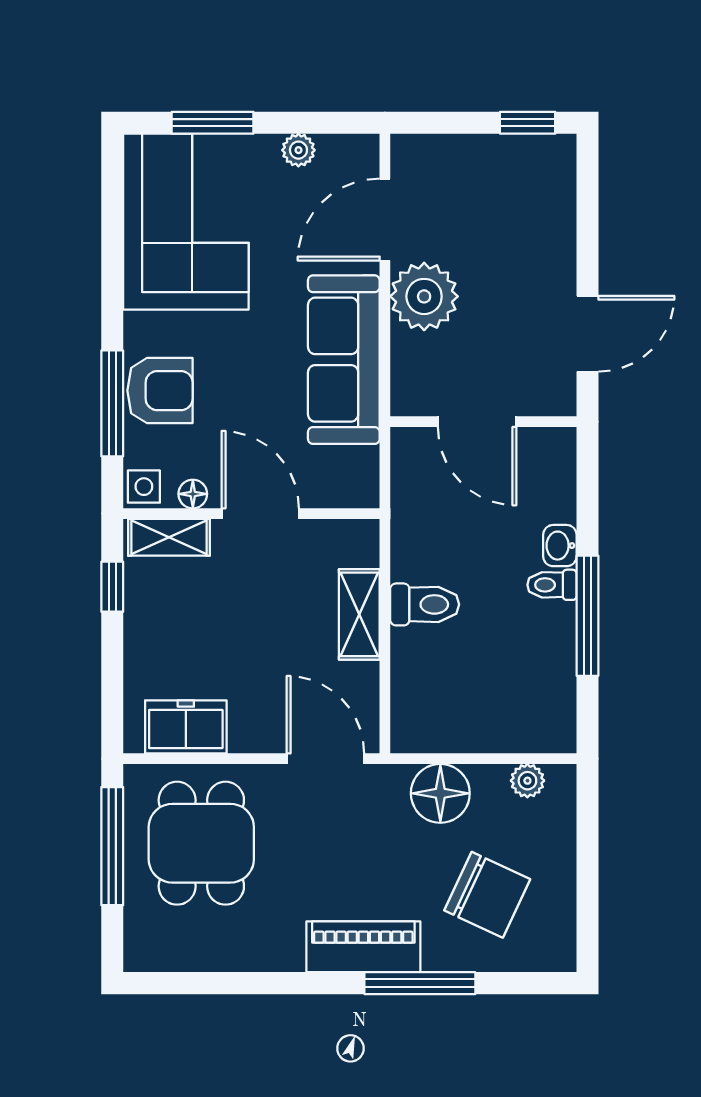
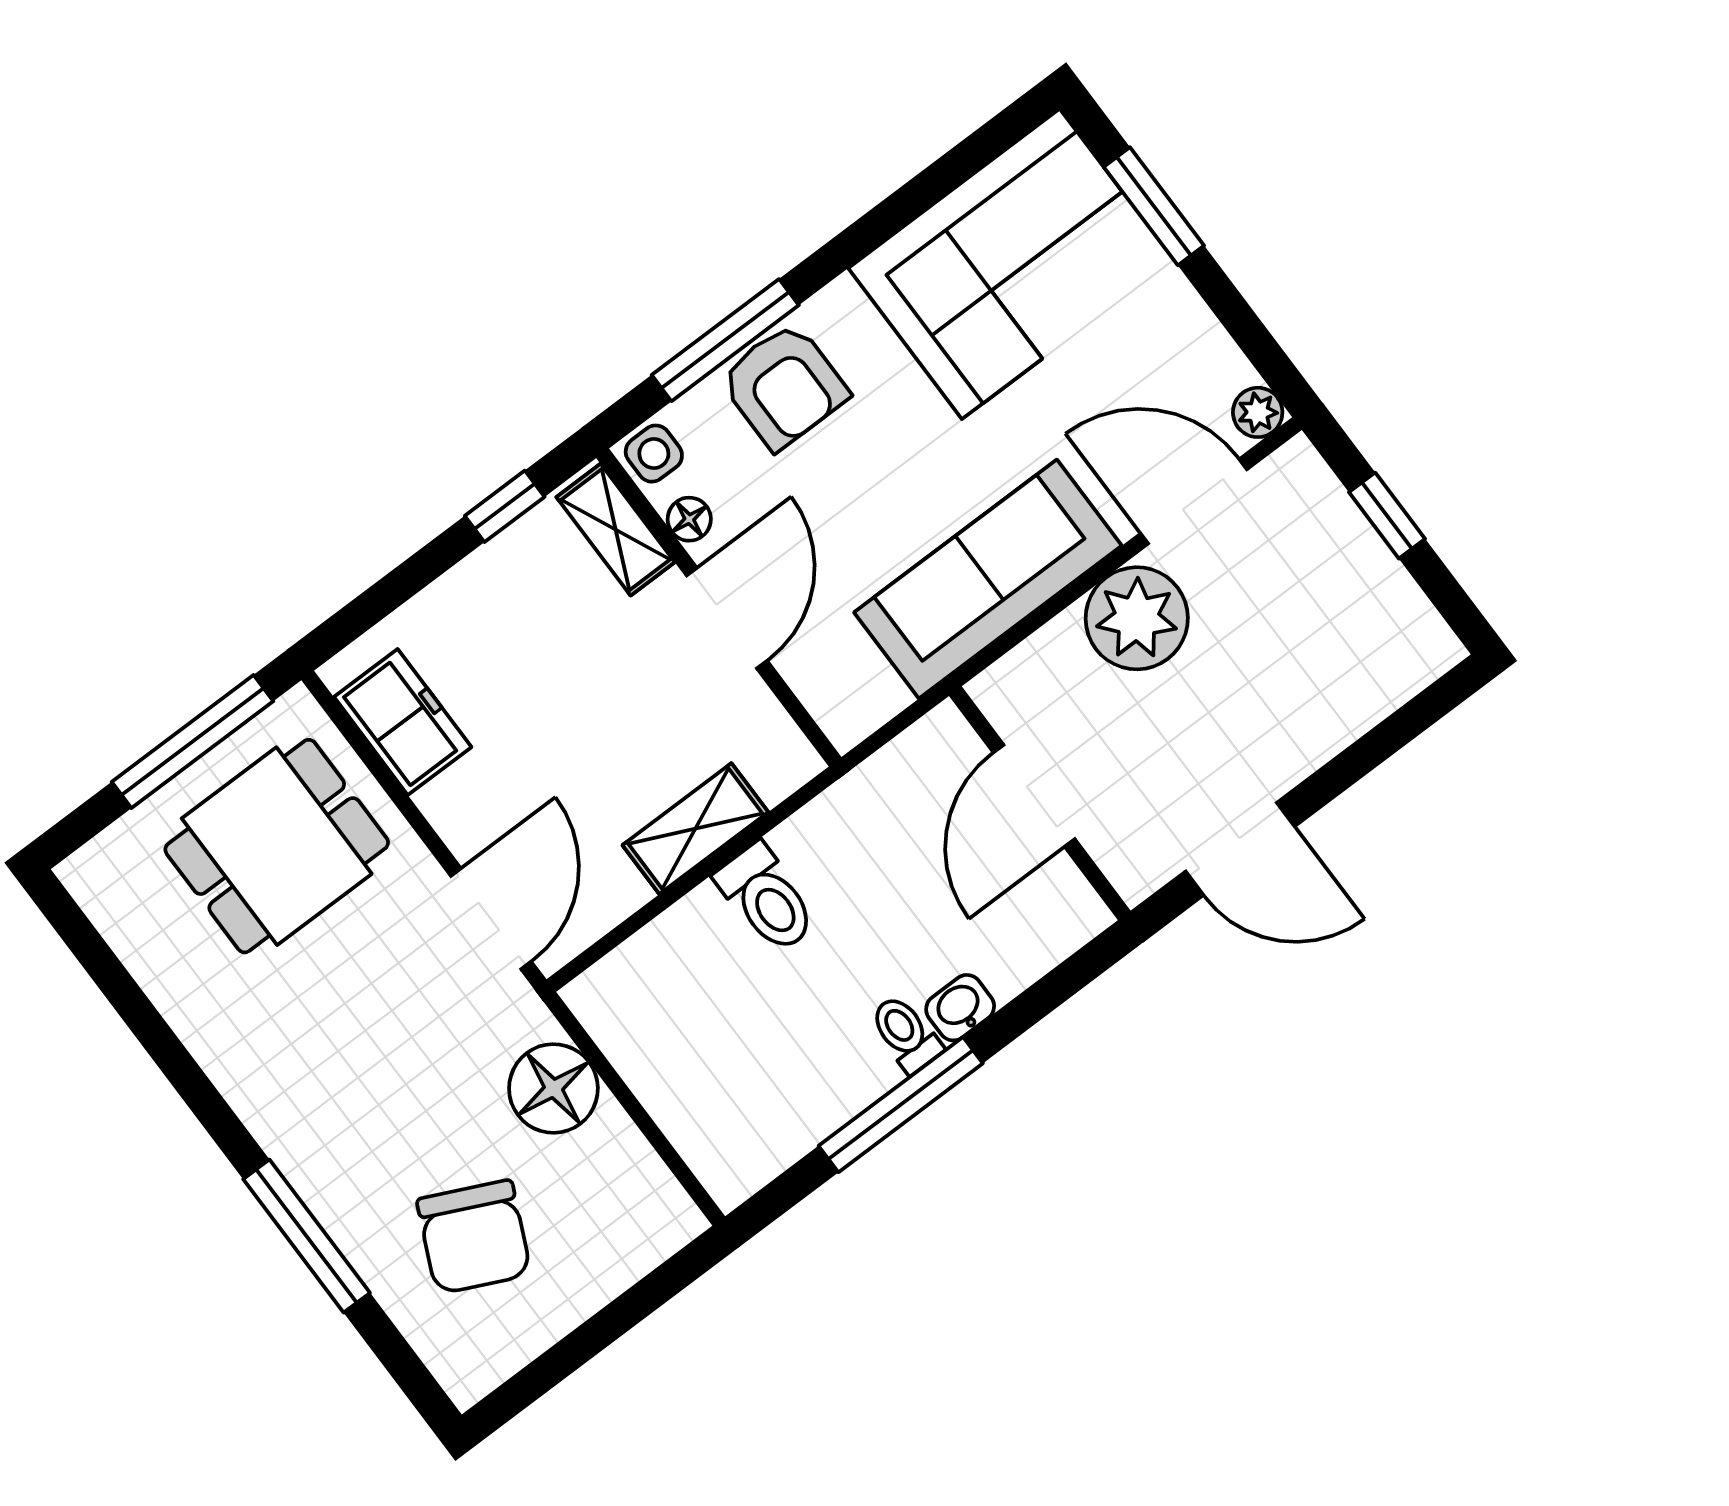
window: (528, 123) -> (1387, 516), moved
plant: (298, 150) -> (1258, 412), moved
plant: (527, 781) -> (648, 1182), removed
piano: (363, 947) -> (299, 1135), removed

